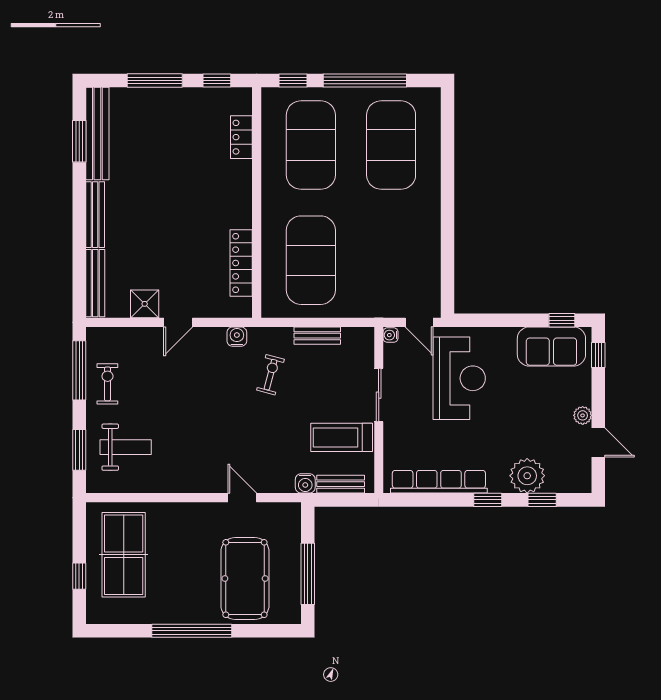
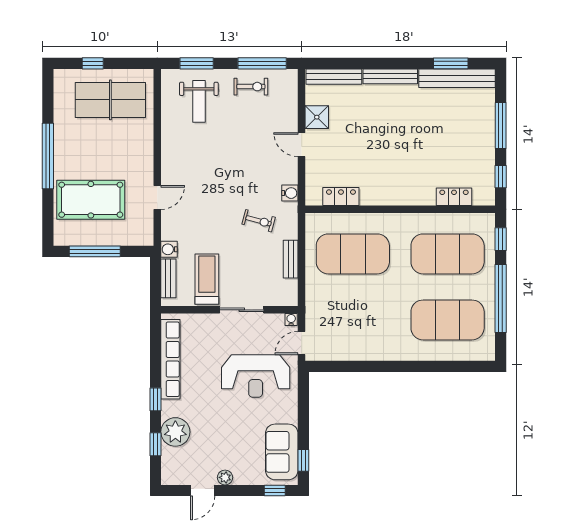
locker: (241, 263) -> (341, 197), width x0.66

